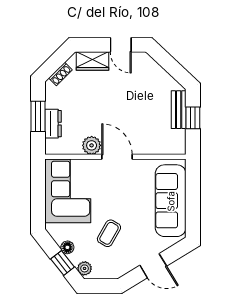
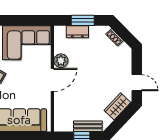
door: (121, 45) -> (137, 83), swing flipped
wardrobe: (92, 61) -> (117, 106), moved, turned 43

